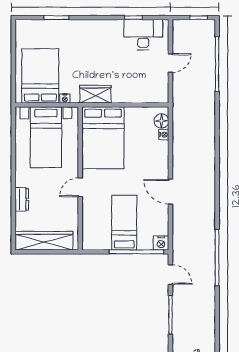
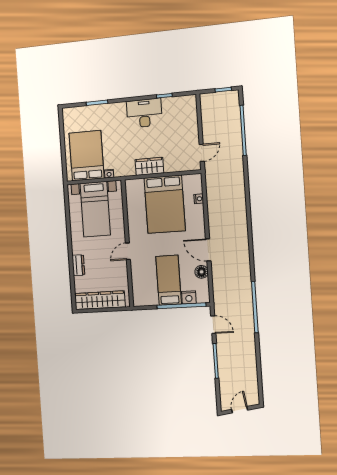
desk: (143, 35) -> (144, 113), moved
door: (170, 63) -> (202, 153), moved
wardrobe: (95, 94) -> (149, 166), moved
floor lamp: (161, 121) -> (202, 272), moved
bed: (103, 138) -> (165, 204), moved
nightstand: (161, 243) -> (189, 297), moved

